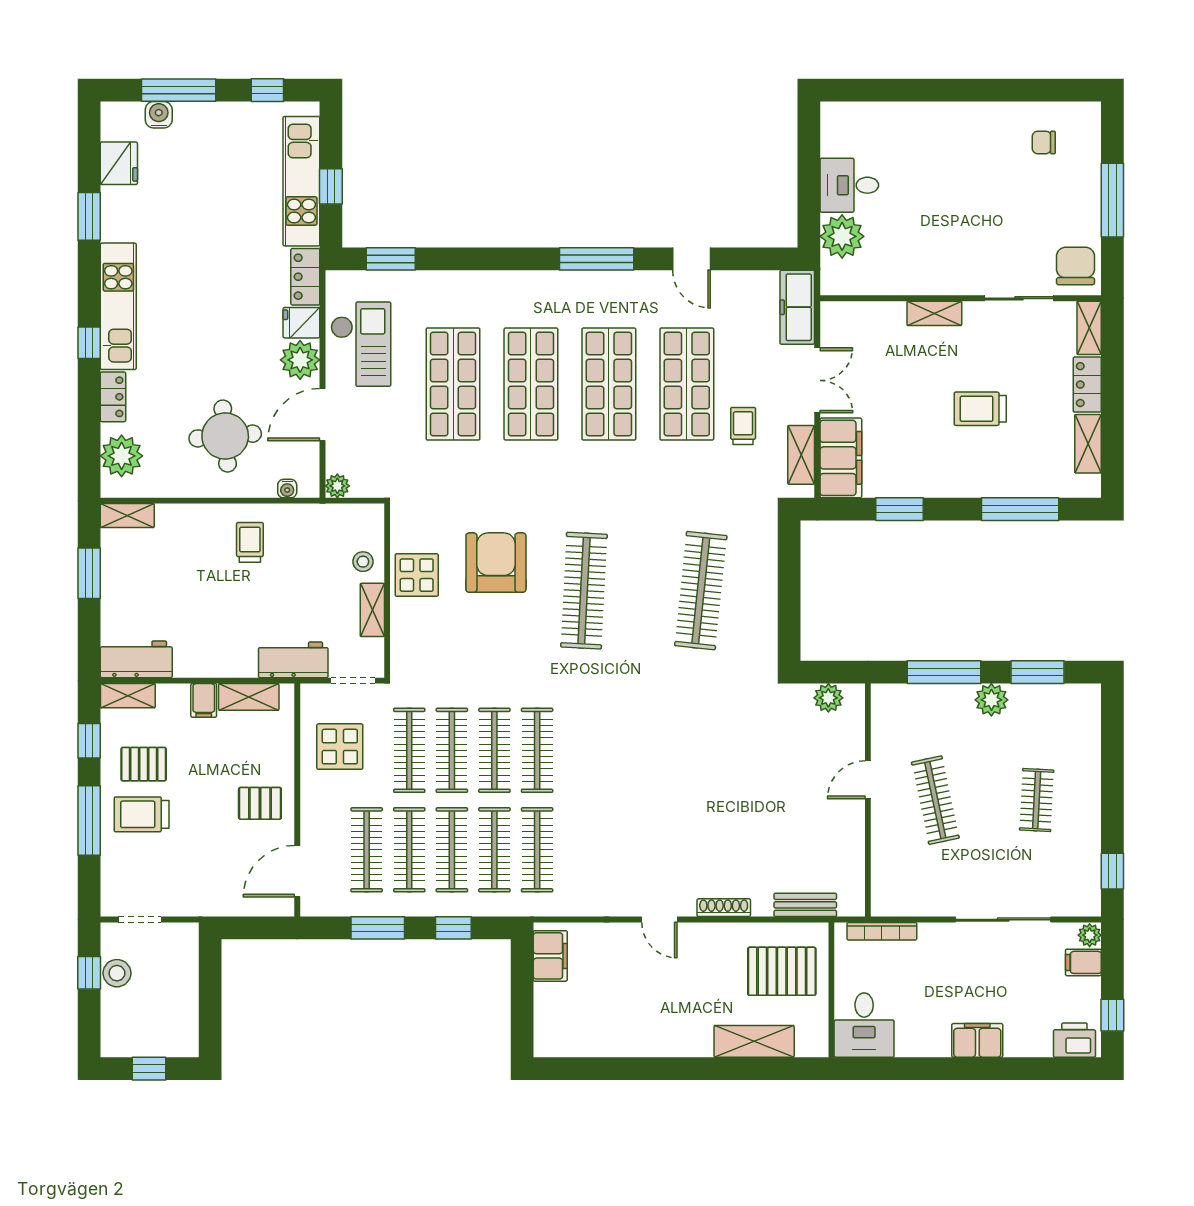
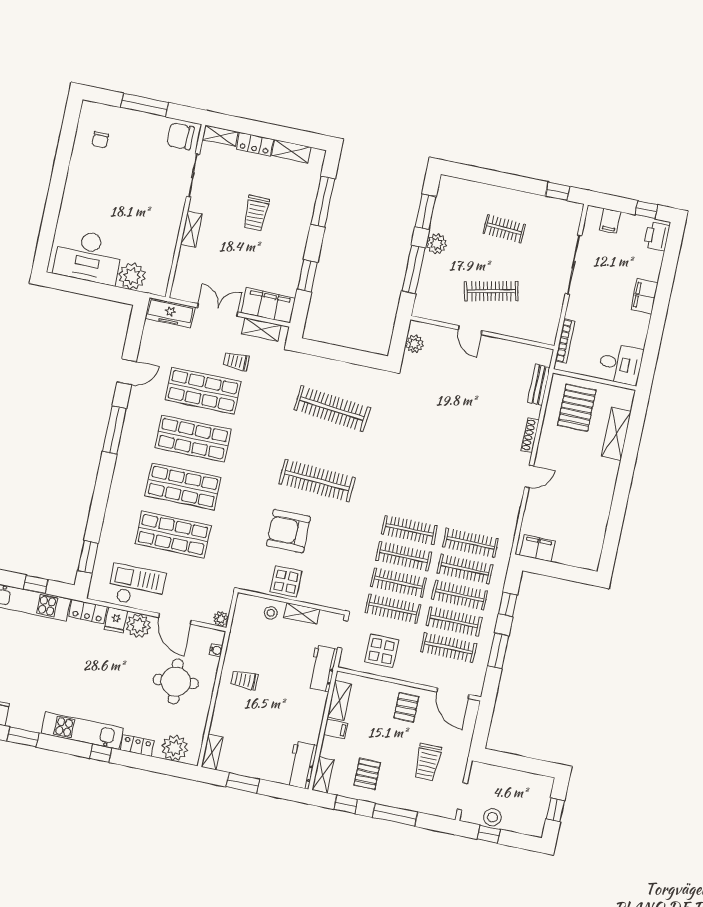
desk: (849, 185) -> (88, 257), width x1.87, depth x1.30
trolley: (142, 814) -> (428, 762), moved
plant: (1090, 935) -> (594, 214), removed

